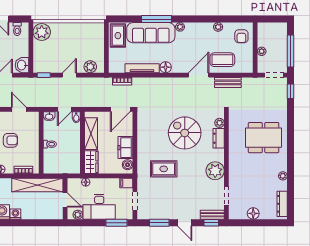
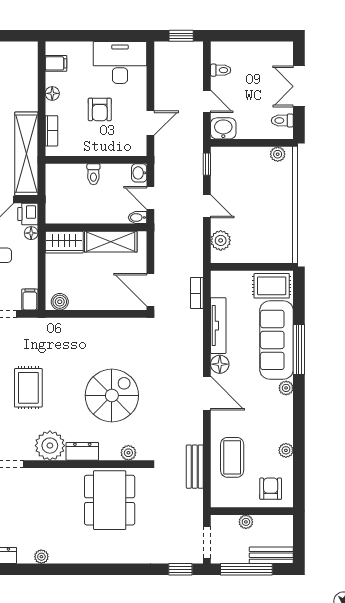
plant: (42, 32) -> (278, 154), width x0.53, depth x0.53
armchair: (241, 36) -> (271, 489), turned 90
bench: (282, 36) -> (271, 555), added
door: (199, 75) -> (207, 393), moved
dresser: (219, 138) -> (82, 451), moved
dining table: (264, 138) -> (110, 500), moved
freezer: (125, 148) -> (88, 298), removed
rug: (164, 169) -> (28, 388), moved
printer: (74, 184) -> (28, 214), added

